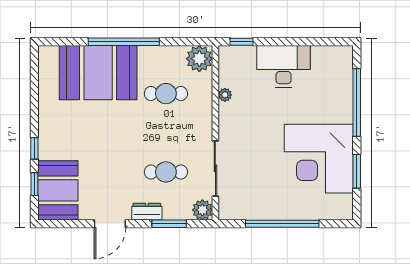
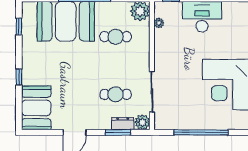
plant: (225, 95) -> (159, 23), moved
window: (34, 184) -> (19, 27), moved
dresser: (147, 212) -> (123, 124), moved

